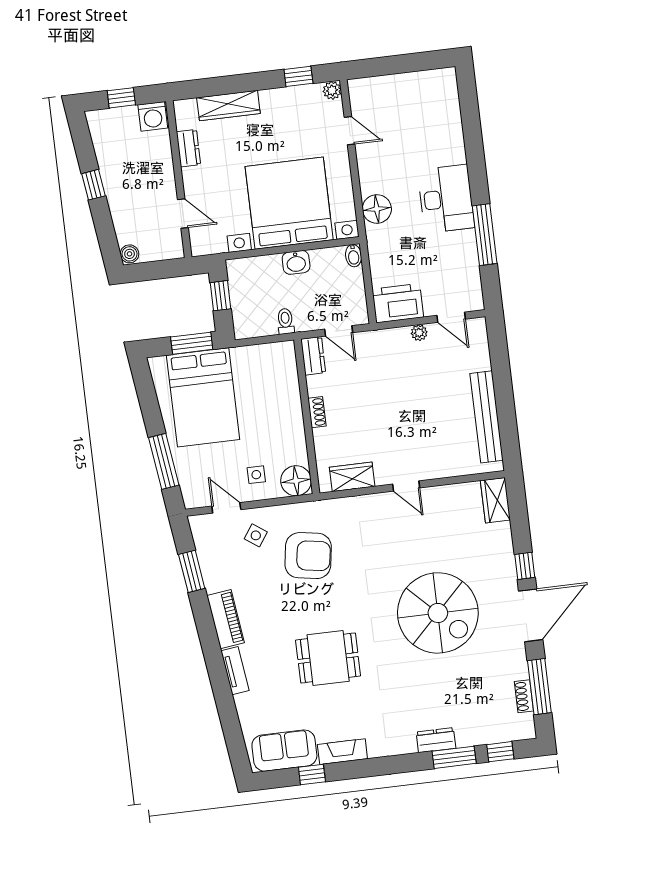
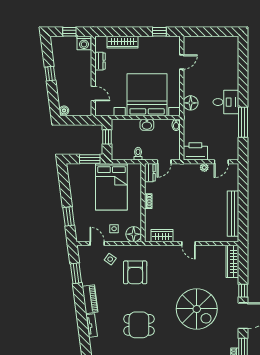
plant: (332, 90) -> (175, 41), removed
door: (350, 131) -> (182, 62), hinge flipped
desk: (446, 199) -> (226, 102), width x0.73
door: (451, 317) -> (221, 162), hinge flipped
door: (339, 331) -> (164, 162), hinge flipped
bed: (203, 397) -> (111, 187), moved
window: (164, 461) -> (69, 216), width x0.69
wardrobe: (495, 500) -> (232, 261), width x1.50
armchair: (308, 556) -> (135, 272), turned 81

